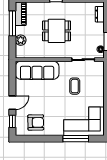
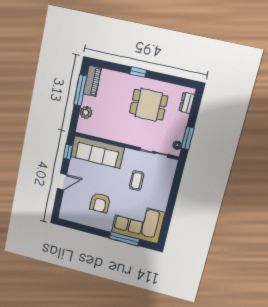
dining table: (57, 31) -> (149, 105), moved
window: (12, 121) -> (68, 152), moved
armchair: (36, 122) -> (100, 203), moved, turned 91

